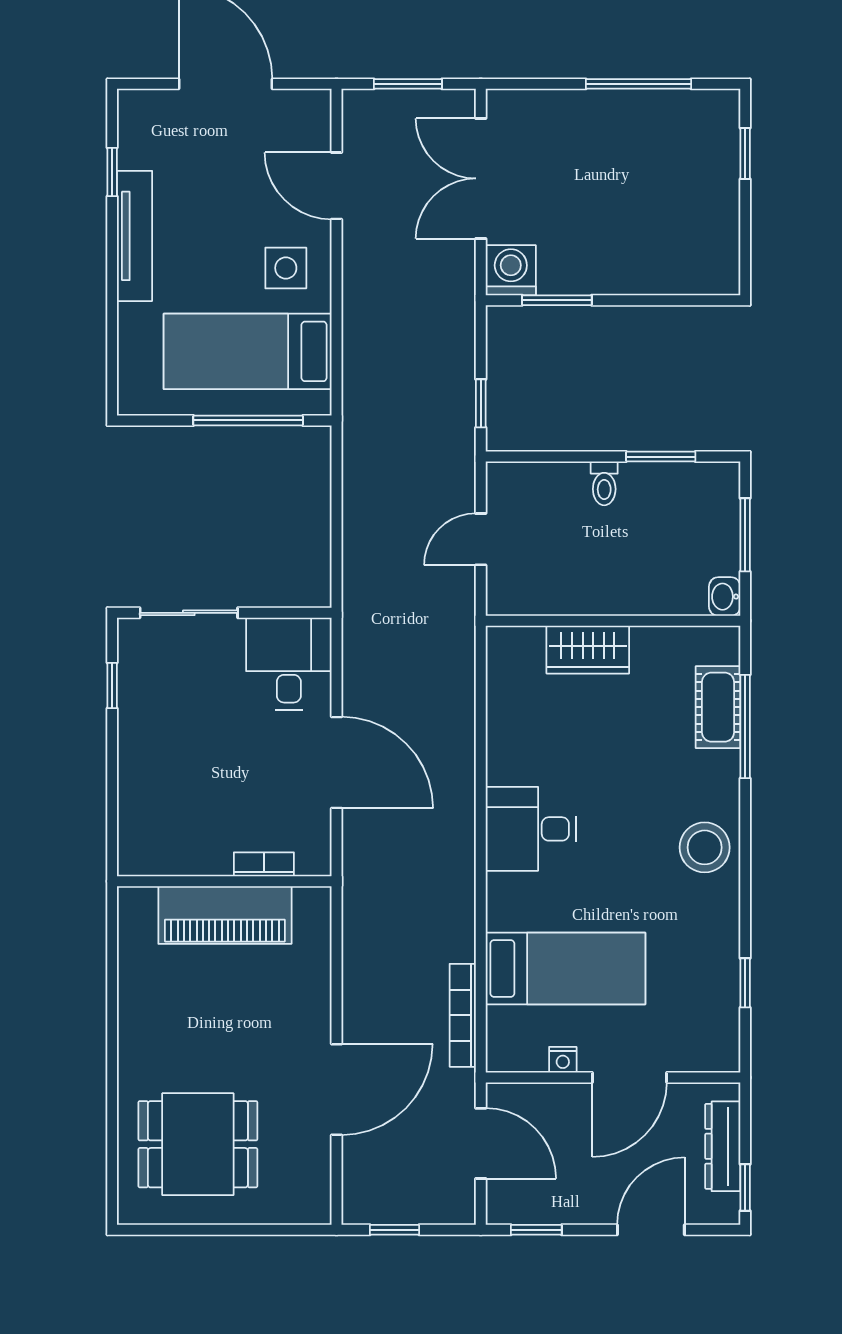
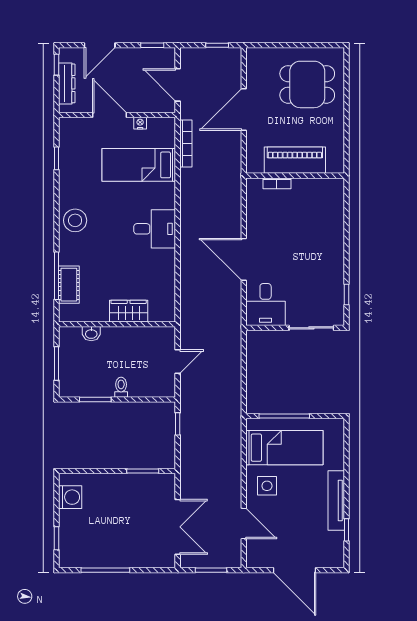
washing machine: (511, 270) -> (70, 497), moved, turned -90
washbasin: (725, 597) -> (91, 334), moved, turned 90
bookcase: (264, 864) -> (277, 183), moved
wall: (224, 881) -> (295, 176), moved
piano: (225, 915) -> (295, 160), moved
door: (630, 1078) -> (109, 115), hinge flipped

